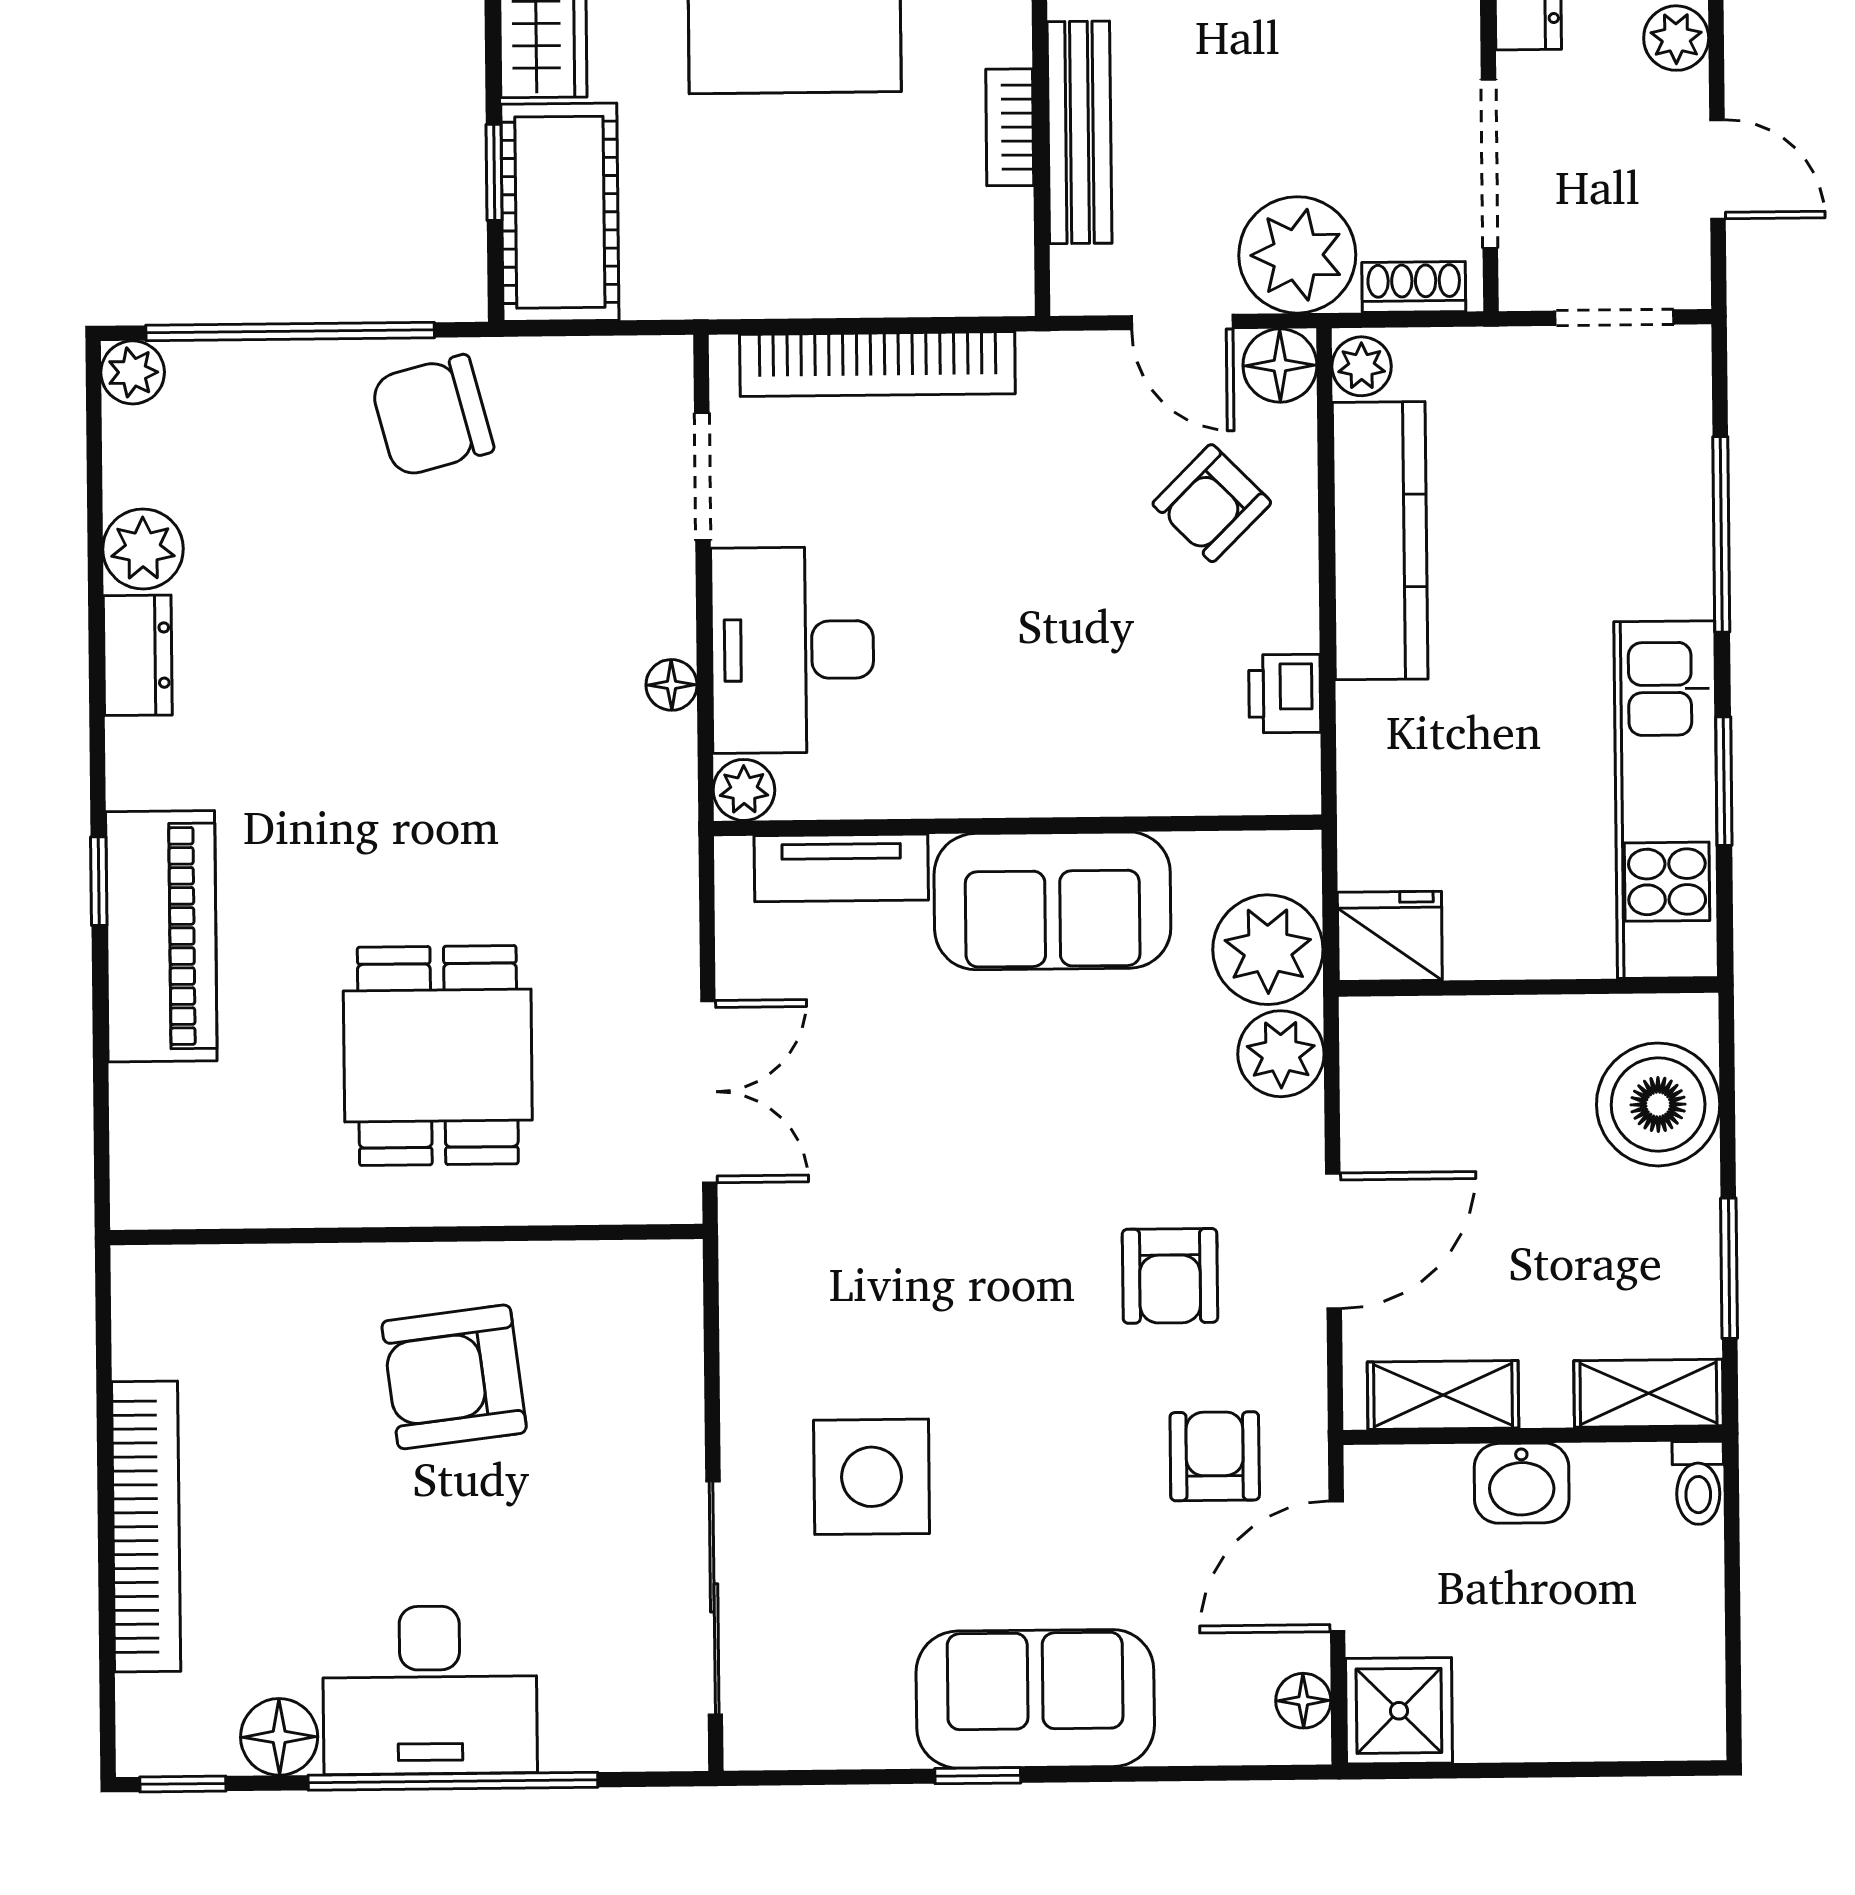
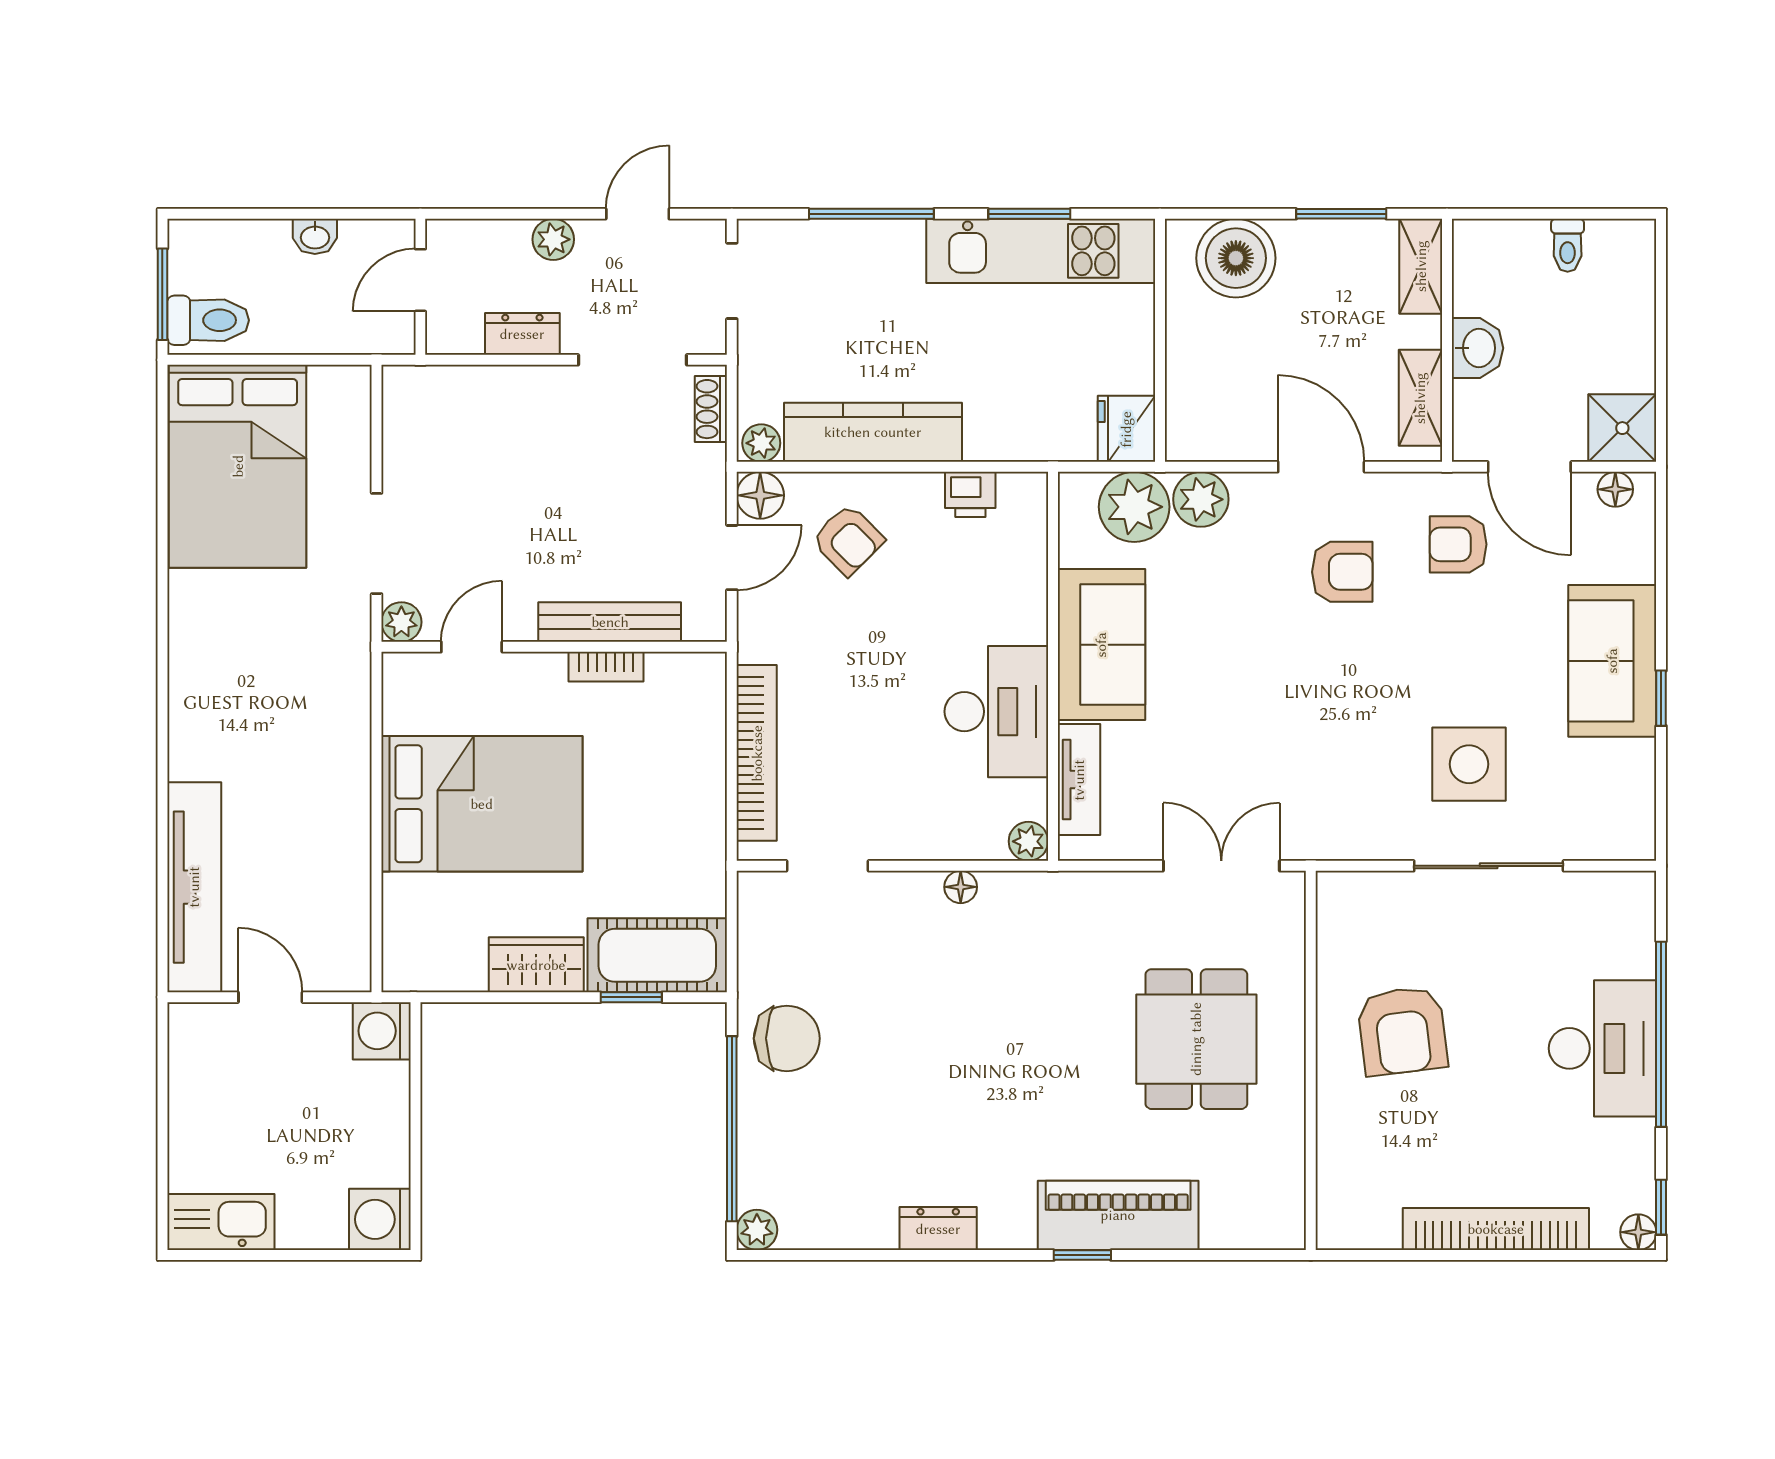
plant: (1297, 255) -> (690, 483), removed
chair: (432, 416) -> (787, 1038), turned -75
plant: (143, 549) -> (870, 1224), removed
desk: (793, 650) -> (996, 712), moved, turned -90
dining table: (438, 1055) -> (1196, 1039), turned 90
toilet: (1698, 1483) -> (1568, 245), moved, turned 90
sliding door: (714, 1598) -> (1489, 866), moved
floor lamp: (279, 1737) -> (1638, 1232), moved, width x0.73, depth x0.73

